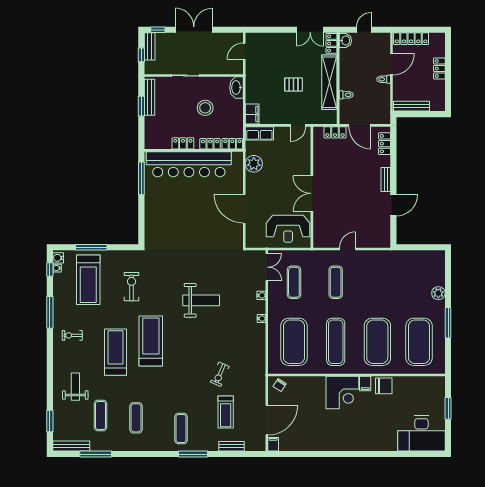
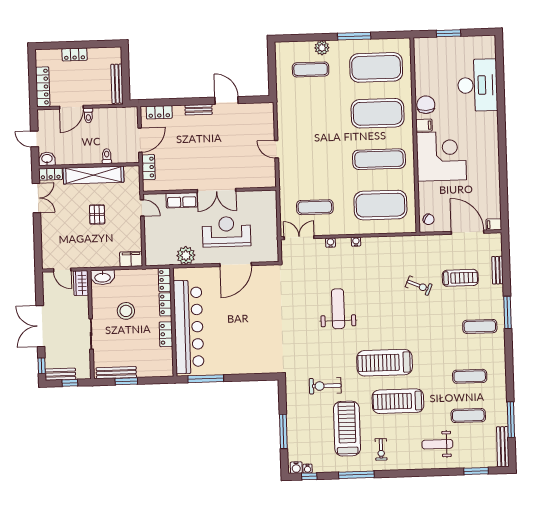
door: (392, 64) -> (71, 107), swing flipped
wardrobe: (232, 68) -> (81, 283), added
row of seats: (259, 133) -> (182, 200), moved, turned 90
reception desk: (288, 229) -> (227, 232), moved, turned -90
treadmill: (88, 280) -> (347, 429), moved, turned -90
exercise mat: (336, 282) -> (311, 69), moved
corner desk: (342, 392) -> (441, 156), width x1.36, depth x1.36
desk: (421, 433) -> (478, 85), moved

